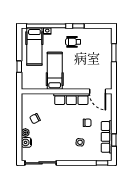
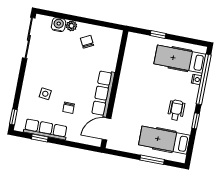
hospital bed: (55, 71) -> (164, 140), moved, turned 180

